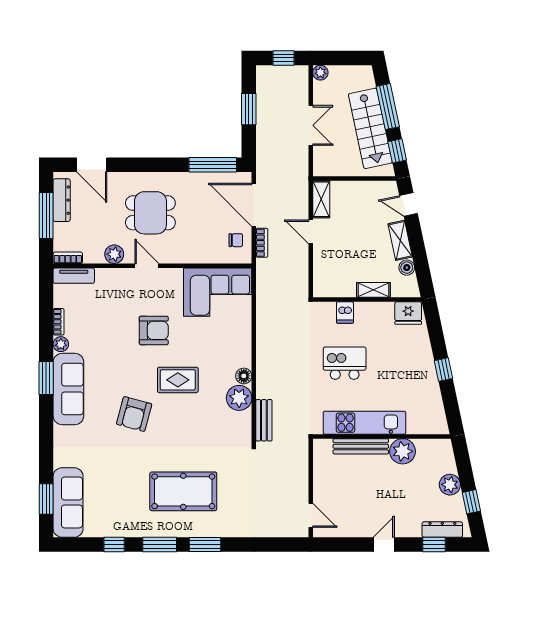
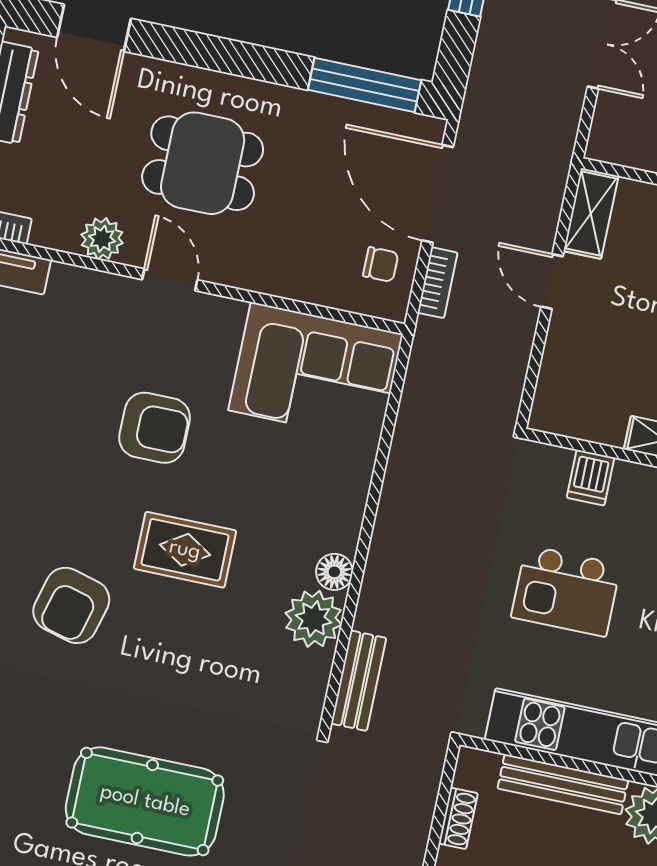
kitchen island: (345, 363) -> (566, 591), turned 180
shoe rack: (319, 470) -> (458, 818), added

